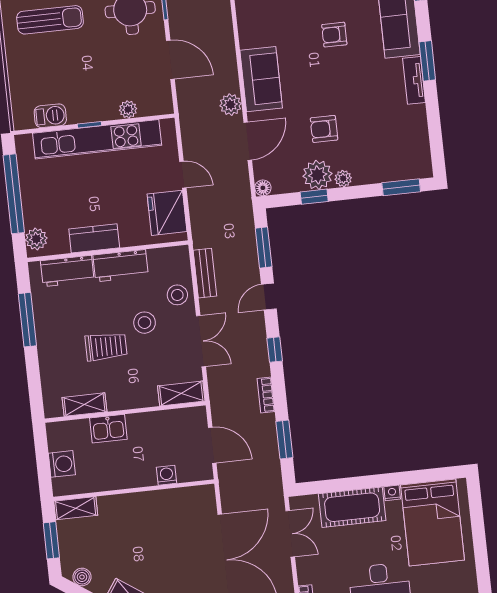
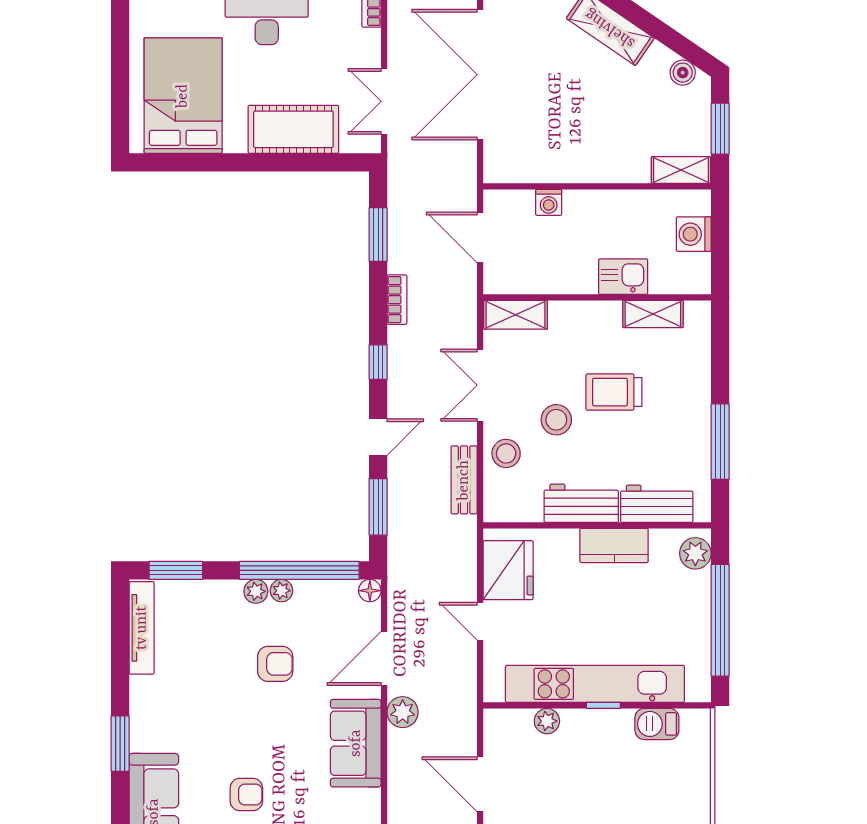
tv unit: (414, 80) -> (142, 628), moved, width x1.41
plant: (318, 175) -> (281, 591), width x0.53, depth x0.53
window: (314, 197) -> (299, 570), width x3.17
nightstand: (392, 493) -> (235, 143), removed

